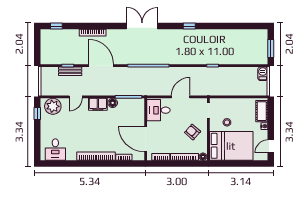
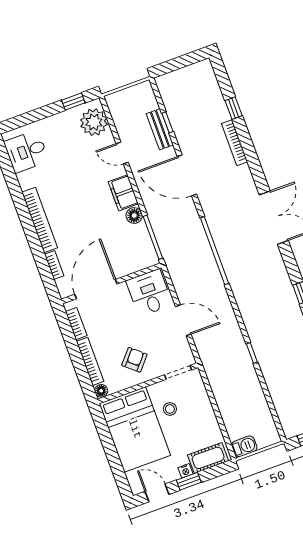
window: (56, 26) -> (234, 108), moved
door: (101, 66) -> (187, 175), swing flipped
barbecue: (263, 74) -> (244, 446), moved
window: (271, 126) -> (189, 481), added

